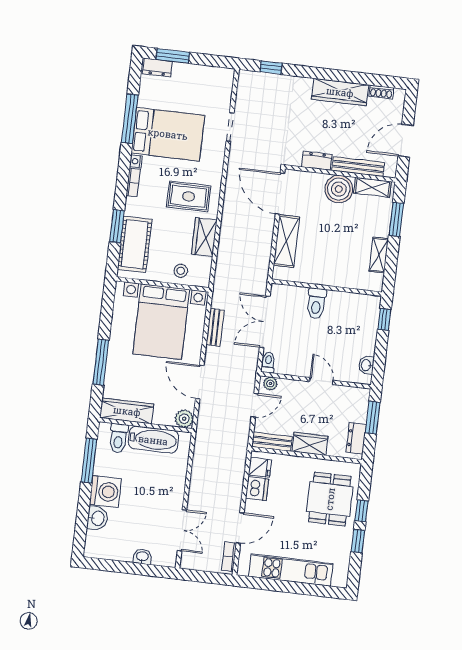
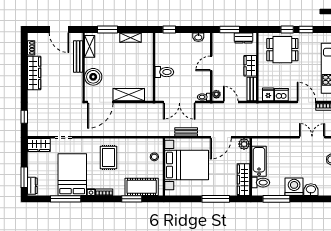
dresser: (317, 161) -> (78, 82), removed
boiler: (339, 189) -> (93, 77), moved
wardrobe: (204, 237) -> (39, 145), moved

